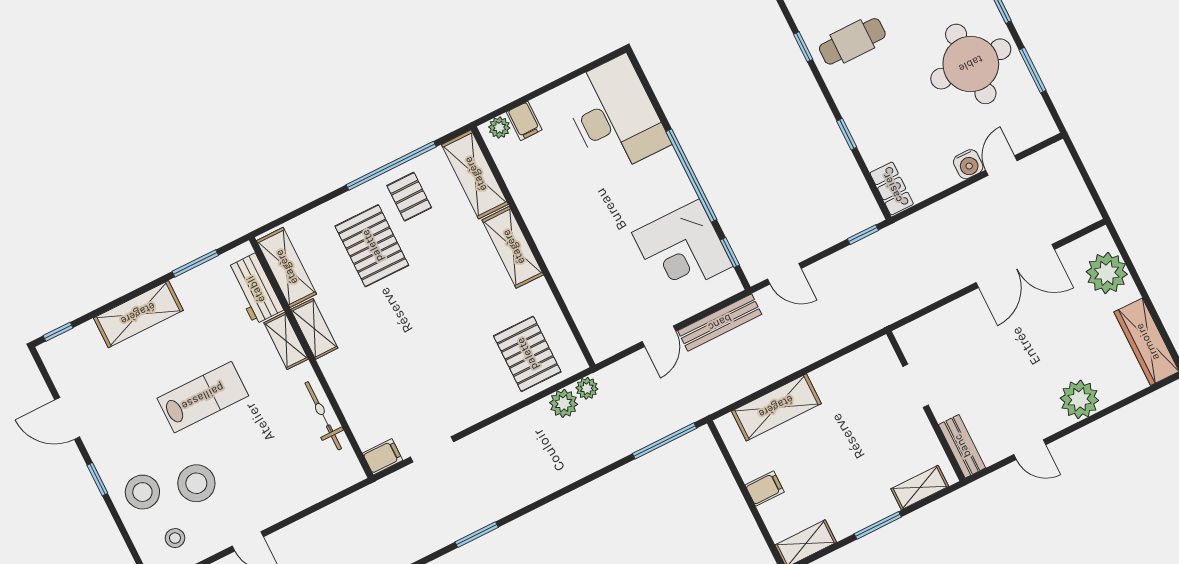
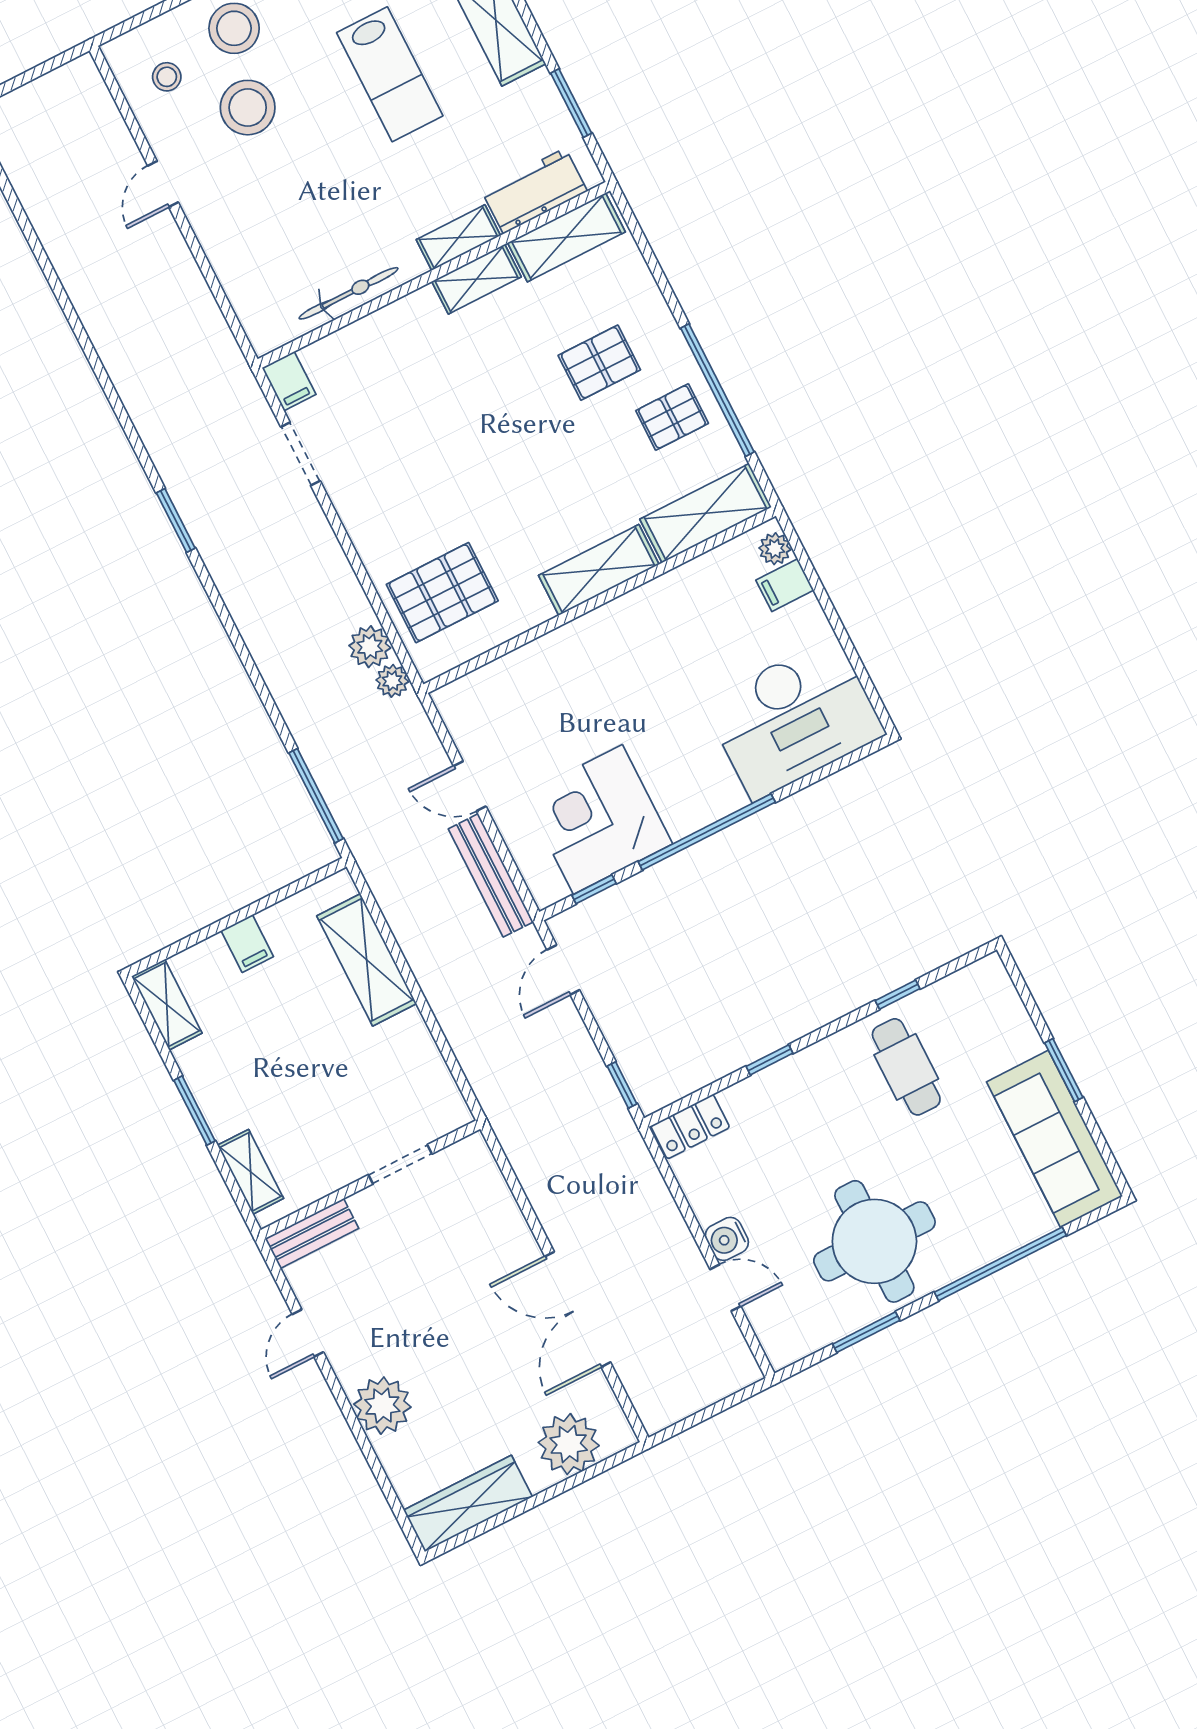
pallet: (372, 246) -> (599, 363), width x0.67, depth x0.71
lab bench: (203, 397) -> (390, 74), moved

